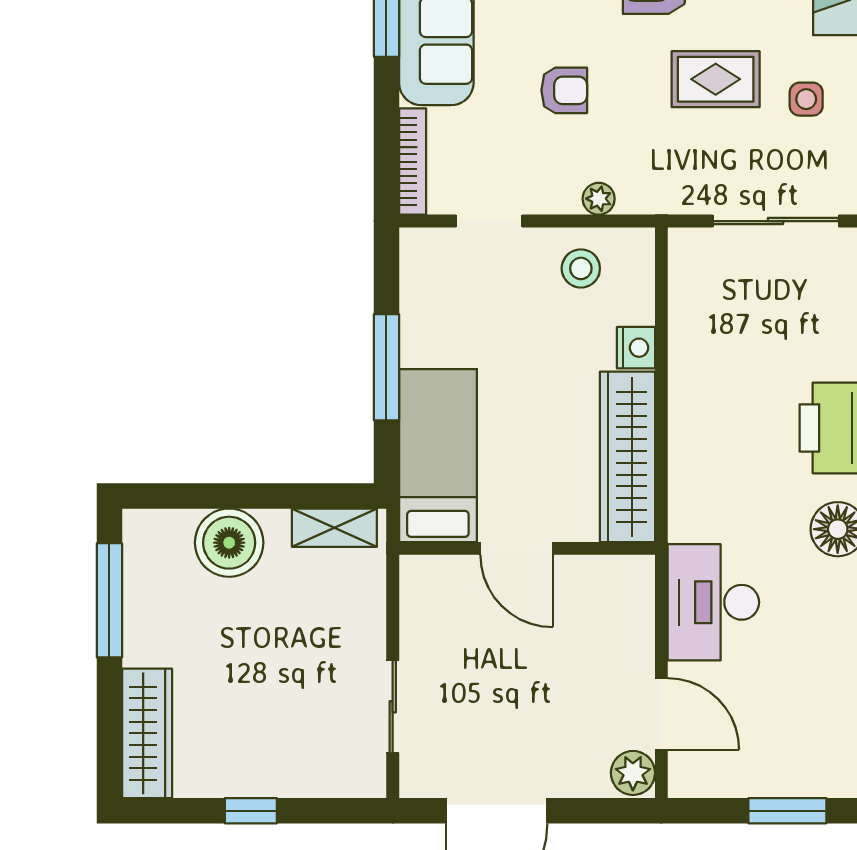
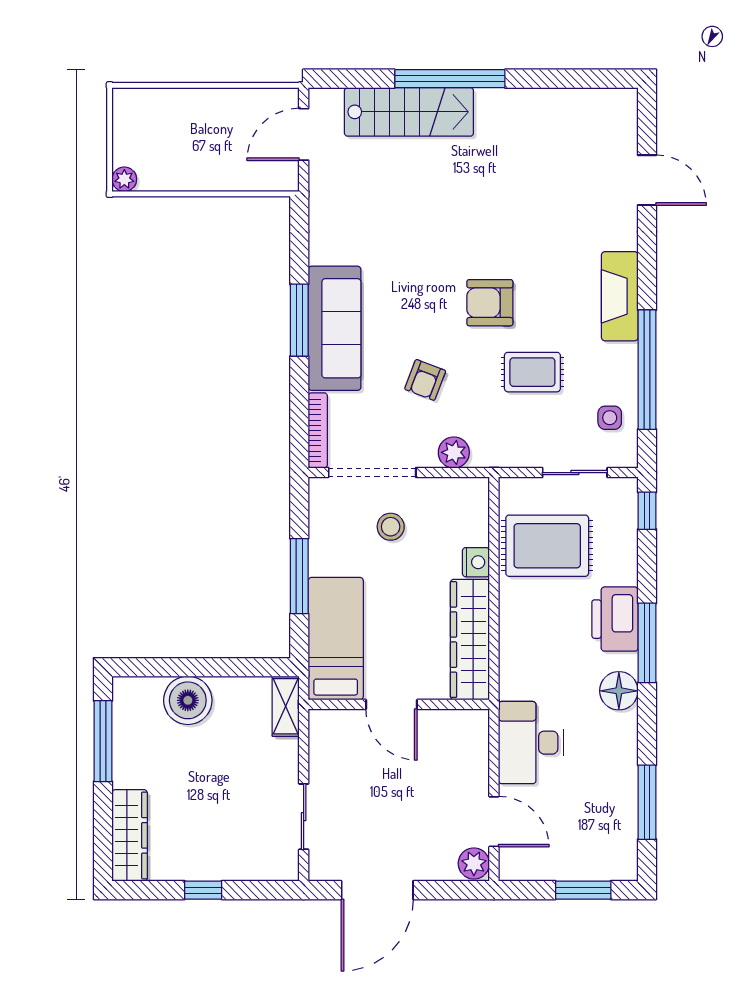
armchair: (564, 90) -> (425, 380), turned 111
side table: (806, 99) -> (610, 418), moved
plant: (599, 199) -> (454, 452), width x1.38, depth x1.38
doorway: (489, 221) -> (372, 473), width x1.88
sliding door: (776, 221) -> (575, 473), width x0.73
stool: (581, 268) -> (391, 527), moved
rug: (737, 324) -> (547, 546), added
shelving: (334, 528) -> (286, 706), moved, turned 90

